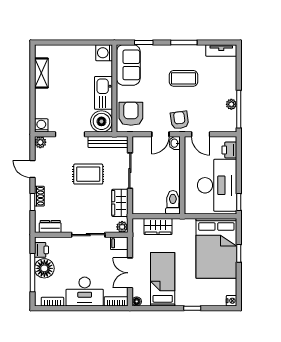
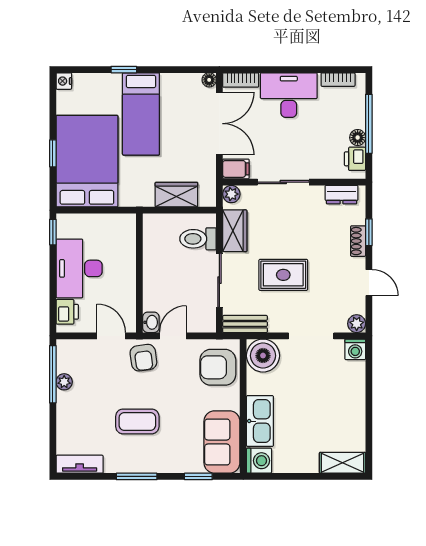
shelving: (41, 73) -> (342, 463), moved, turned 90
kitchen sink: (103, 93) -> (260, 421), moved
armchair: (131, 114) -> (218, 367), turned 90
bench: (108, 142) -> (245, 324), width x0.73
desk: (217, 185) -> (79, 268), width x0.73, depth x0.77
toilet: (173, 202) -> (198, 239), moved, turned 90
floor lamp: (44, 268) -> (358, 138), width x0.53, depth x0.53
double door: (130, 273) -> (219, 124), width x1.37
bed: (163, 279) -> (141, 114), moved

